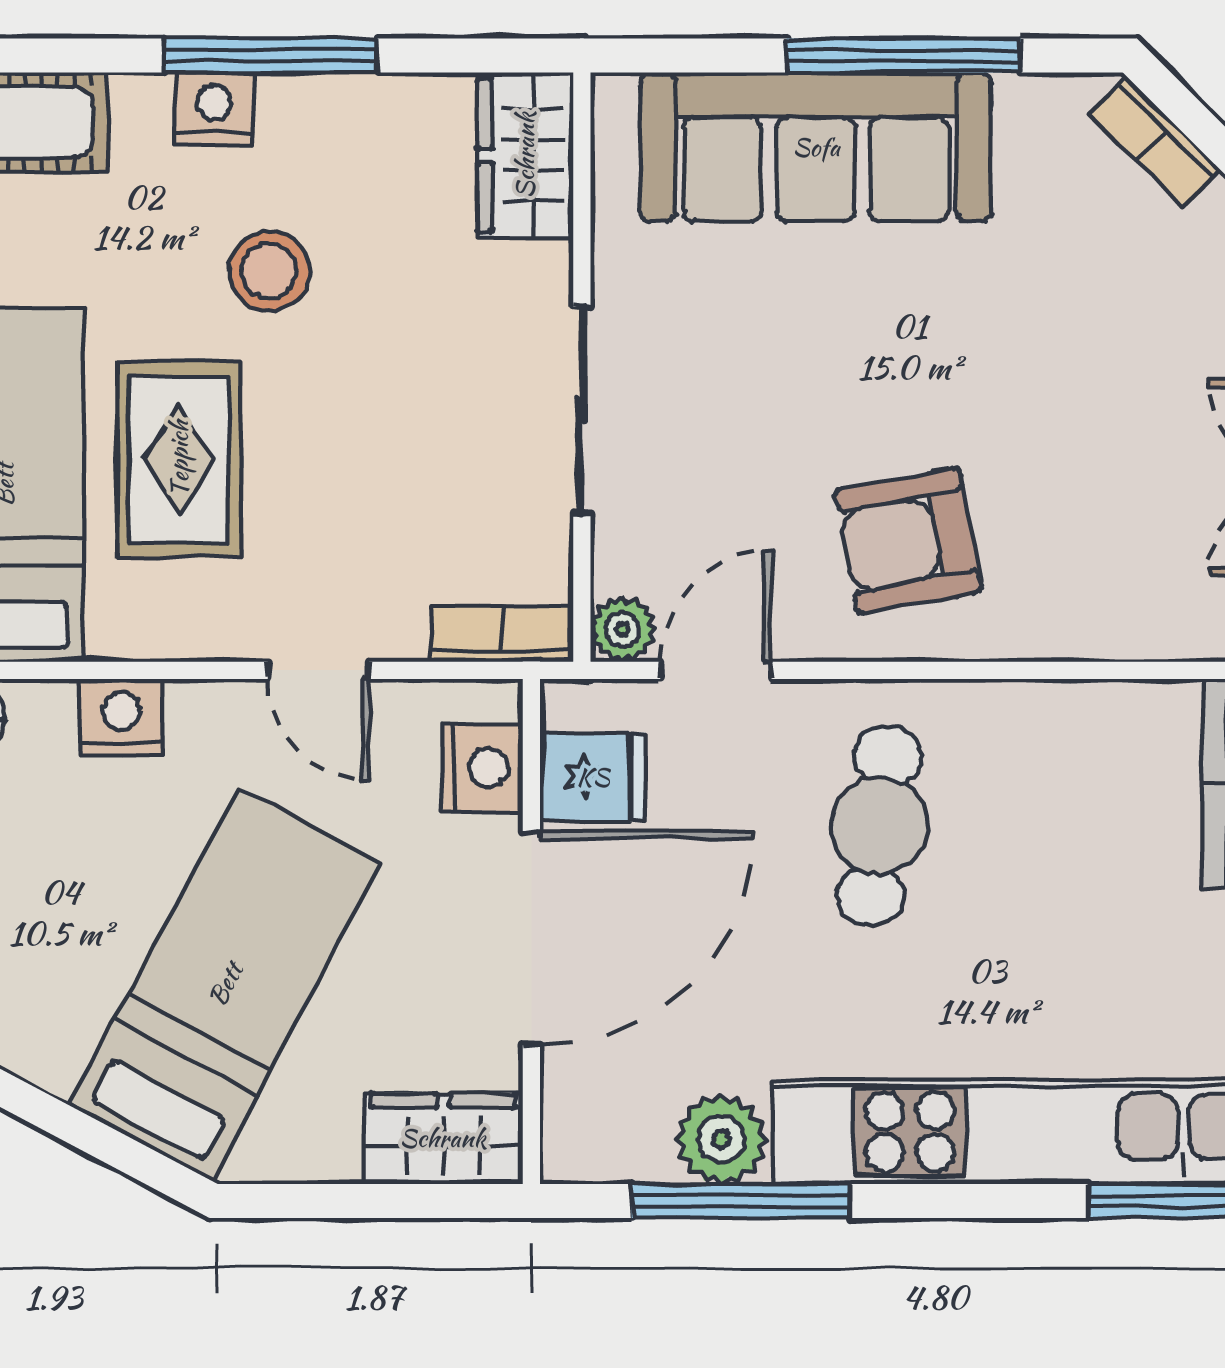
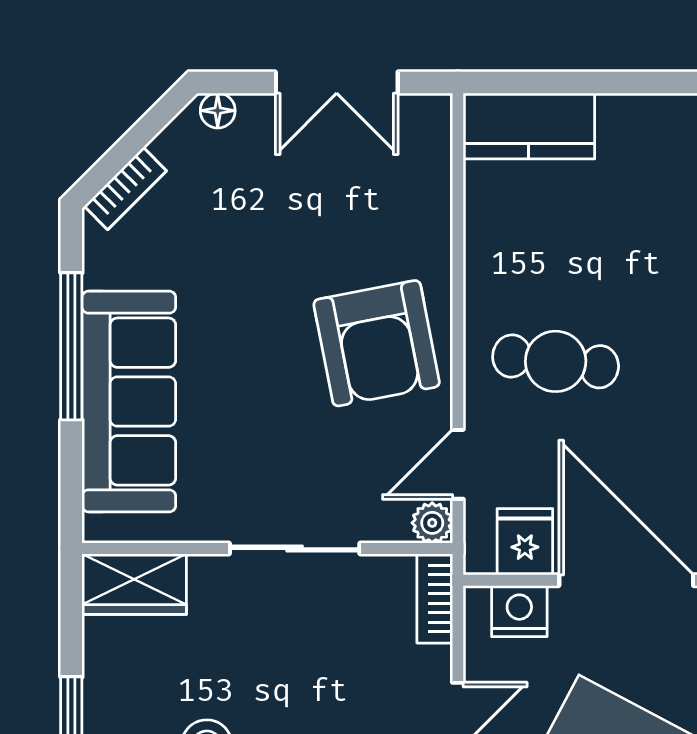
armchair: (908, 541) -> (377, 343), width x1.36, depth x1.36
door: (716, 670) -> (458, 464), hinge flipped

